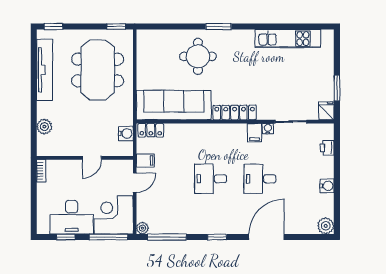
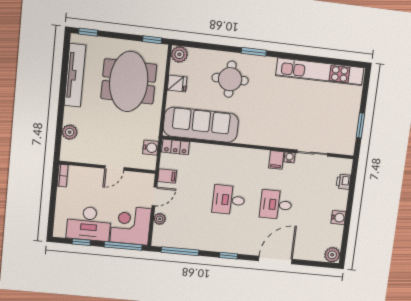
plant: (145, 38) -> (179, 54), added
kitchen unit: (288, 39) -> (320, 72), width x1.36
fridge: (326, 111) -> (177, 84), moved, turned 90
locker: (235, 113) -> (259, 138), removed
plant: (142, 228) -> (160, 219), moved

